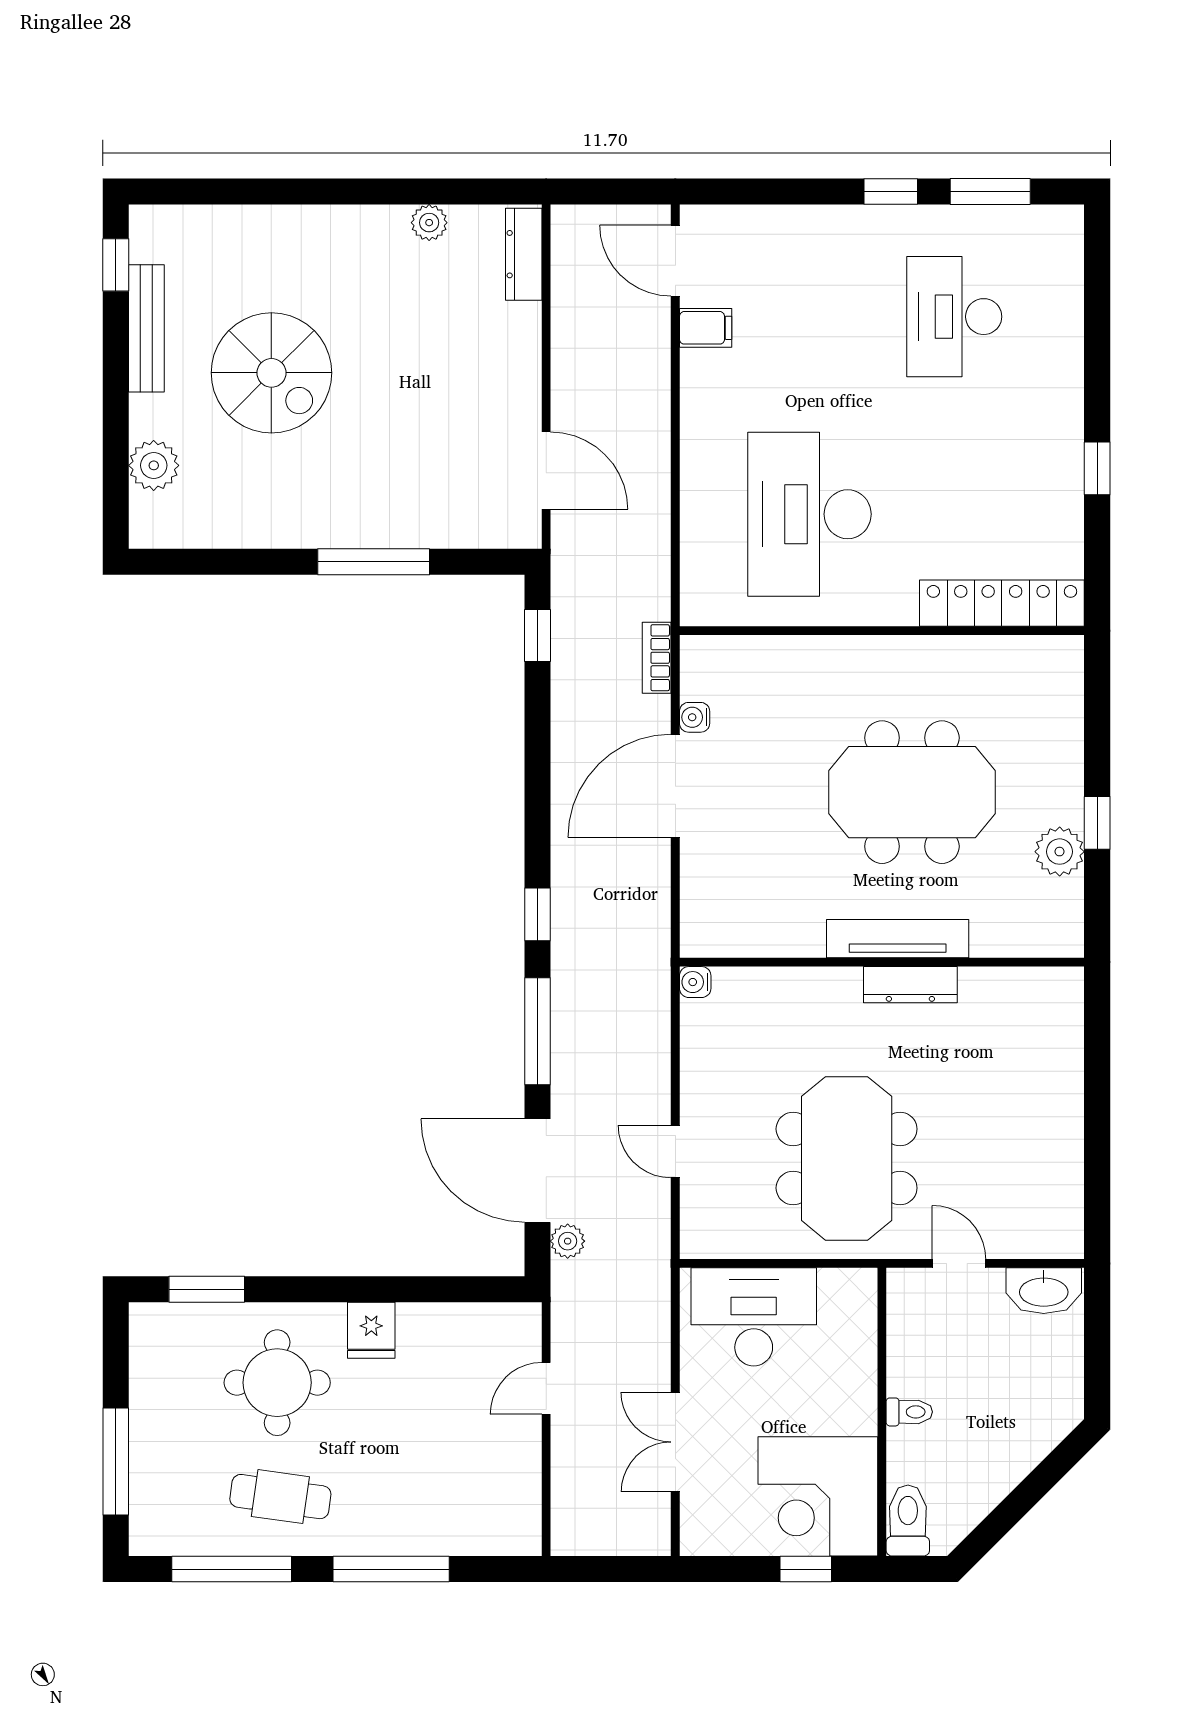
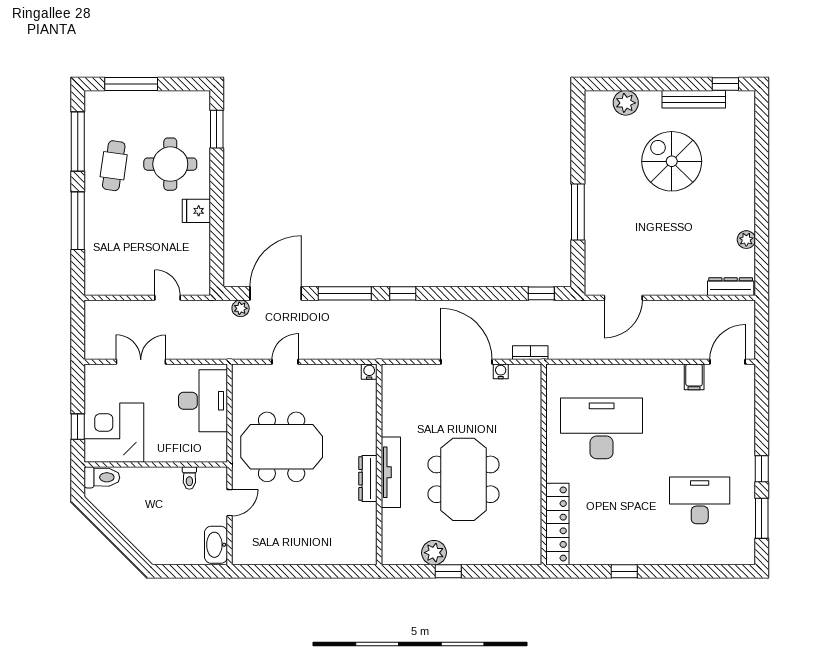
spiral stairs: (271, 373) -> (672, 161), turned 90
toilet: (909, 1412) -> (189, 478), moved

